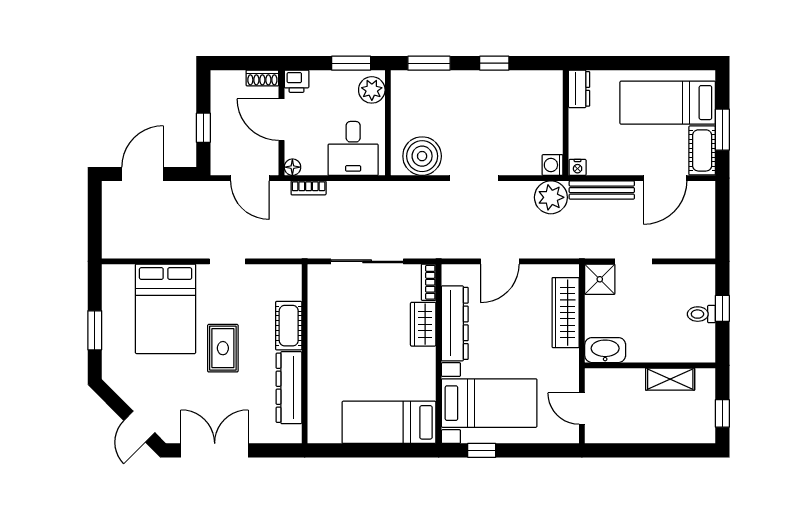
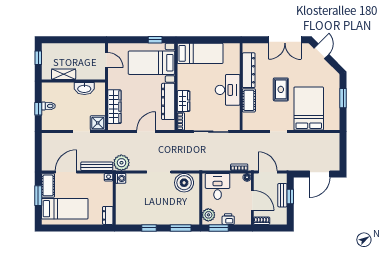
printer: (297, 81) -> (228, 219), moved
bench: (220, 130) -> (282, 195), added
desk: (333, 347) -> (228, 90), added
washbasin: (605, 350) -> (84, 89), moved

